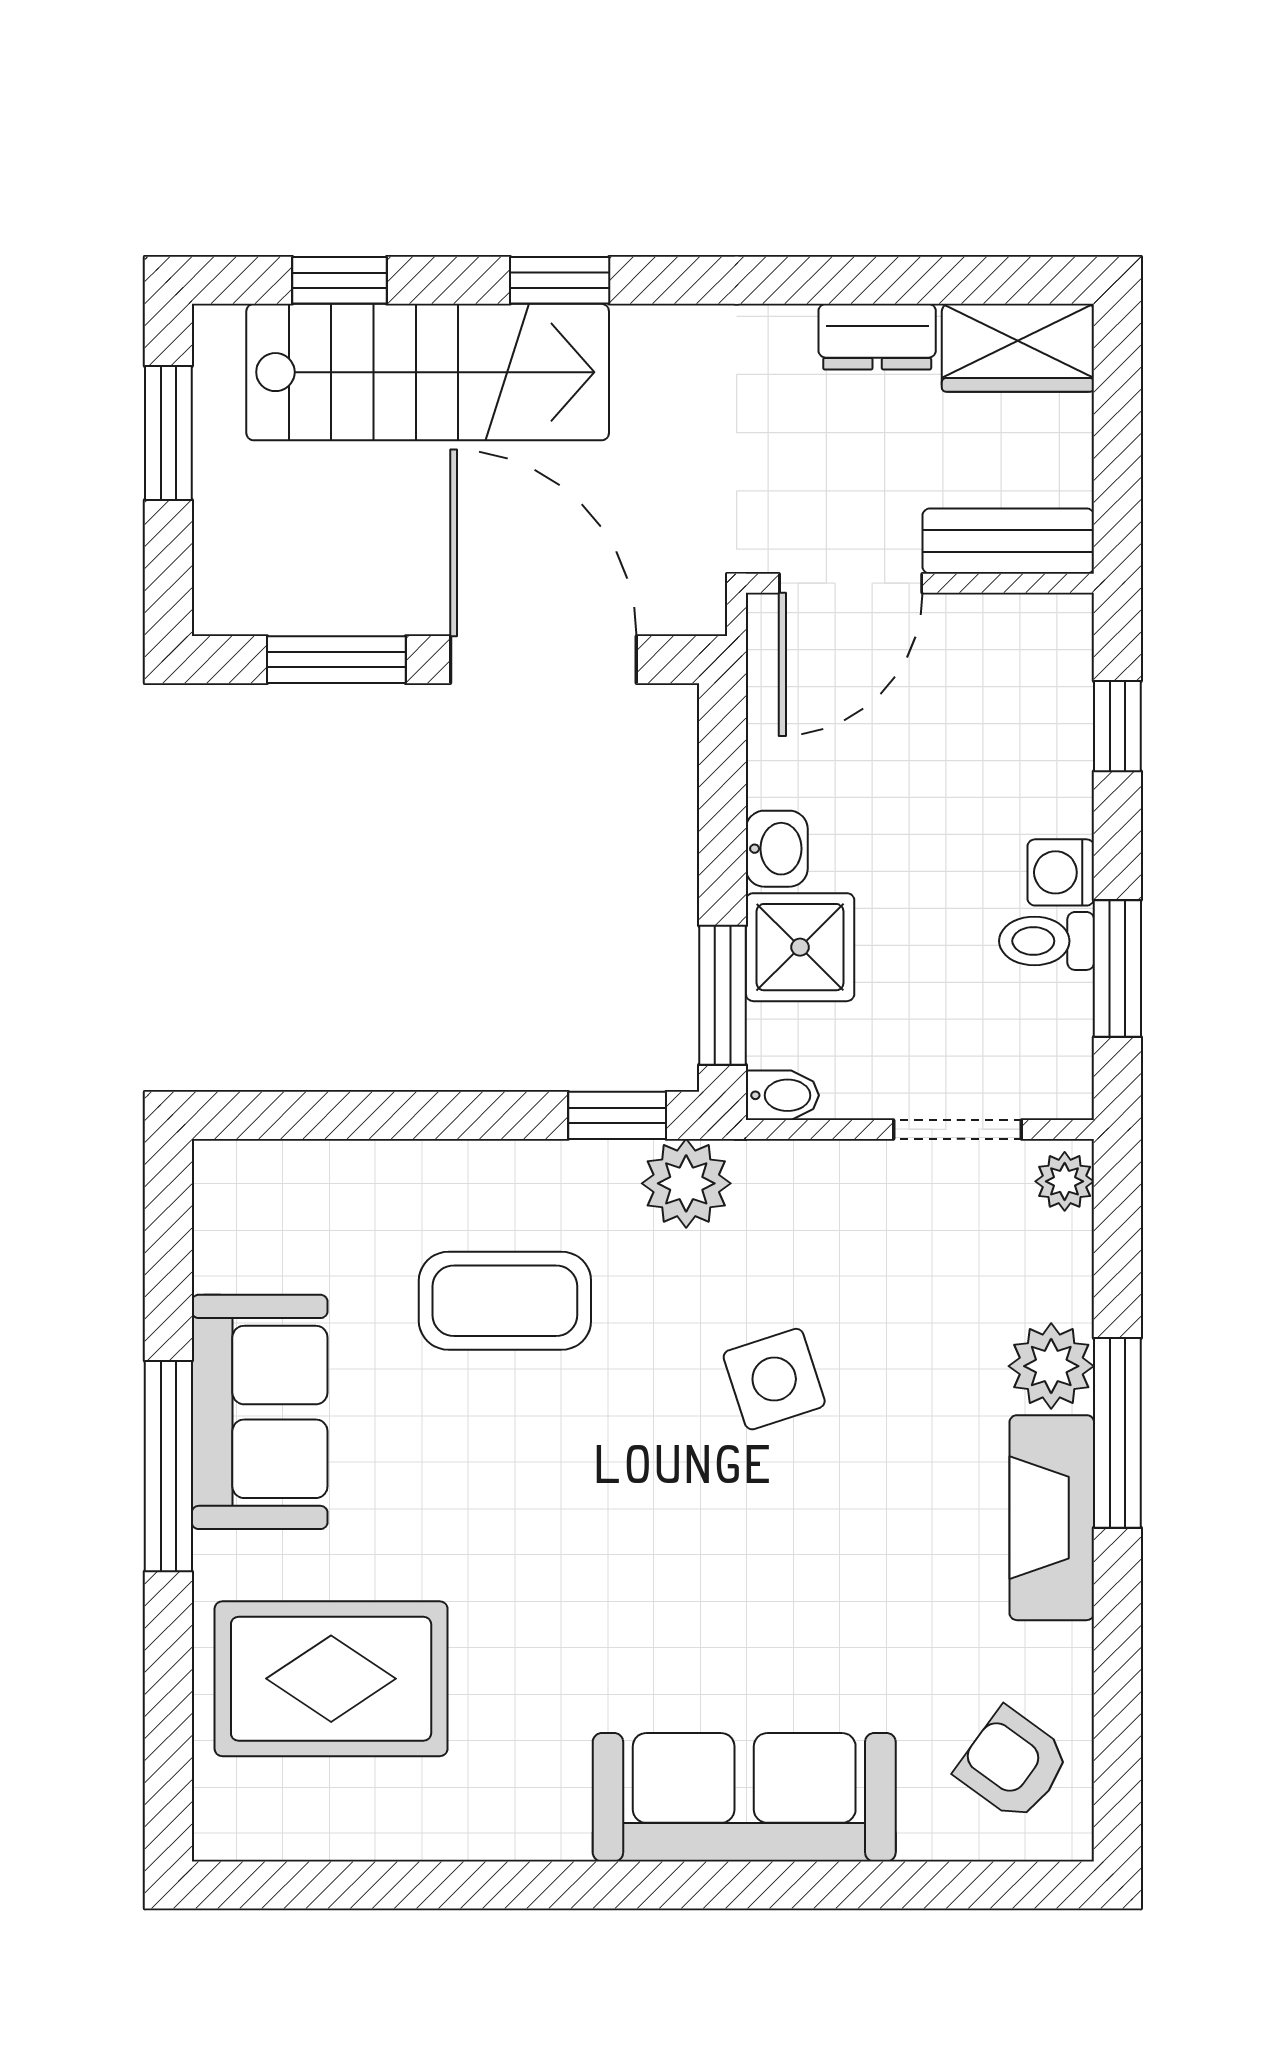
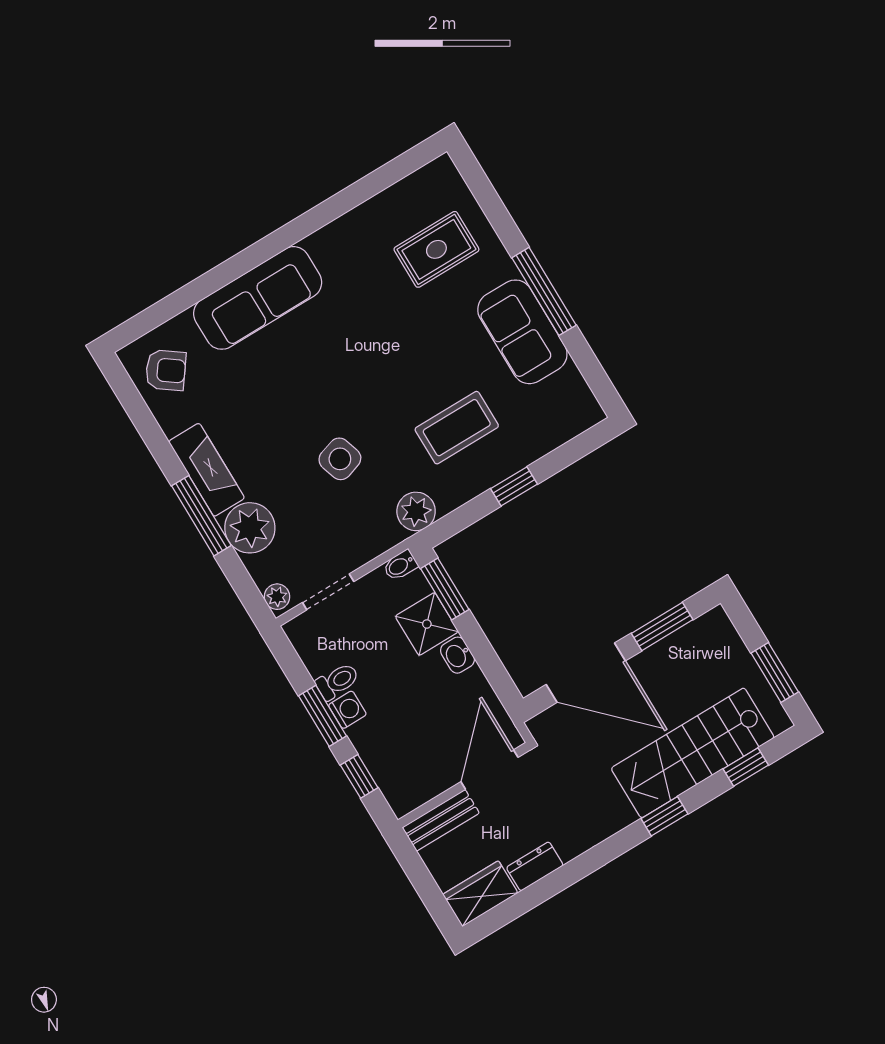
window: (1117, 969) -> (322, 716), moved
window: (617, 1115) -> (514, 486), moved
plant: (1051, 1366) -> (250, 528), width x1.36, depth x1.36
rug: (331, 1679) -> (436, 249), width x0.73, depth x0.70

